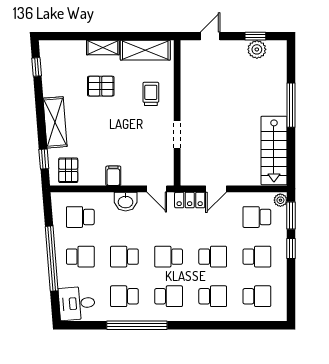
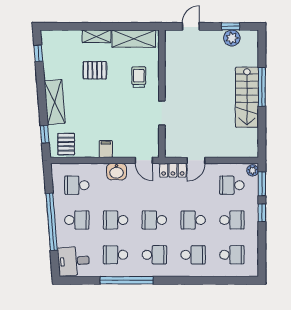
stairs: (274, 150) -> (247, 97), moved
school desk: (213, 257) -> (193, 220), turned 180

